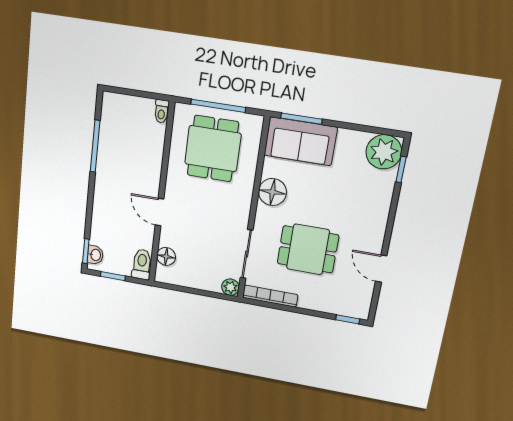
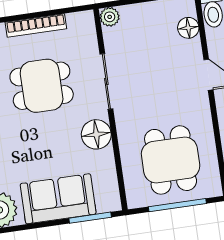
sofa: (300, 141) -> (58, 199), moved
sliding door: (247, 254) -> (106, 81), moved
bookcase: (270, 296) -> (36, 25), moved

